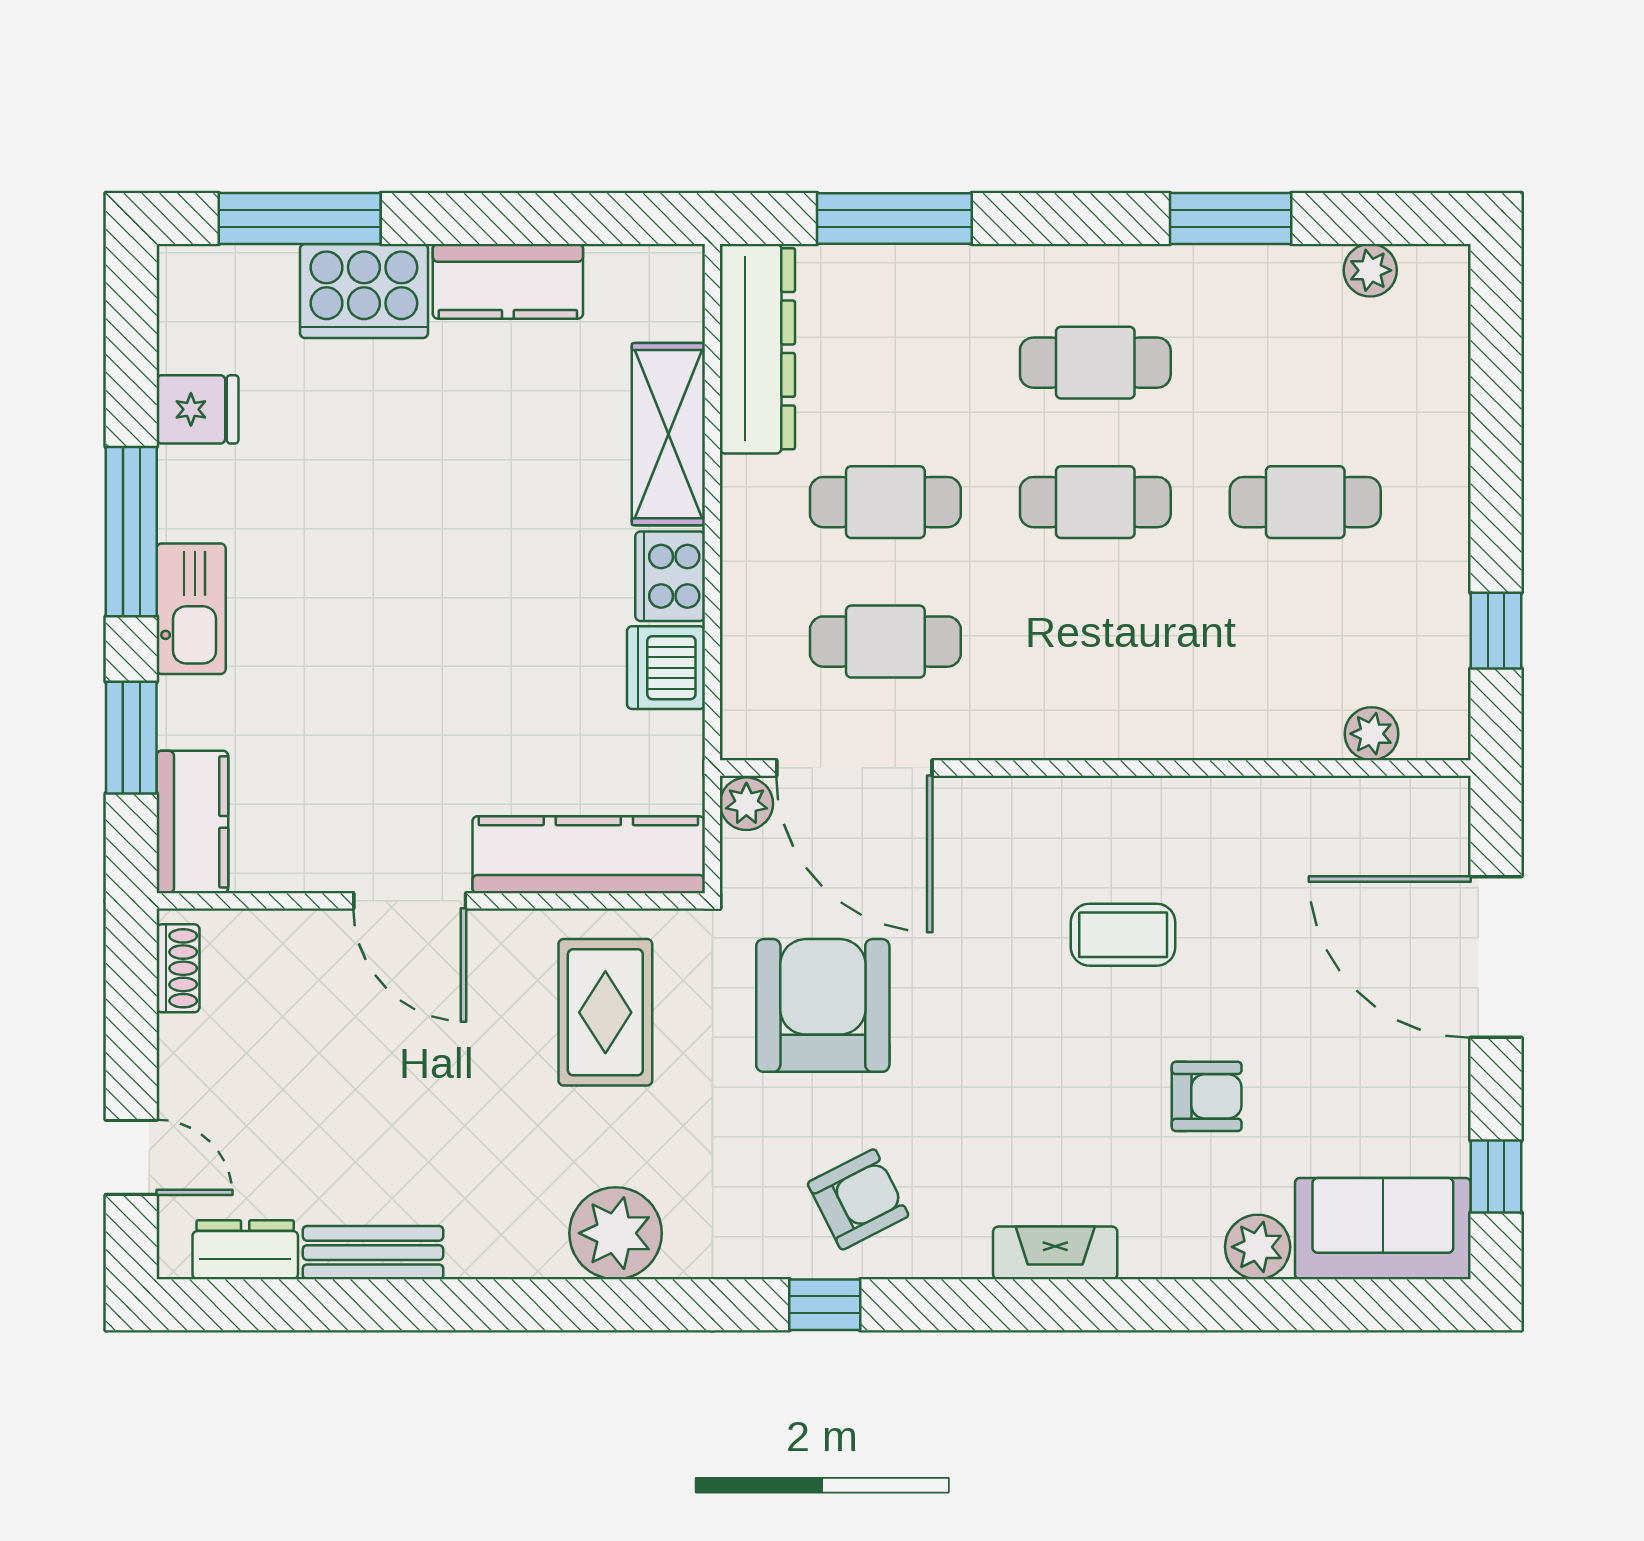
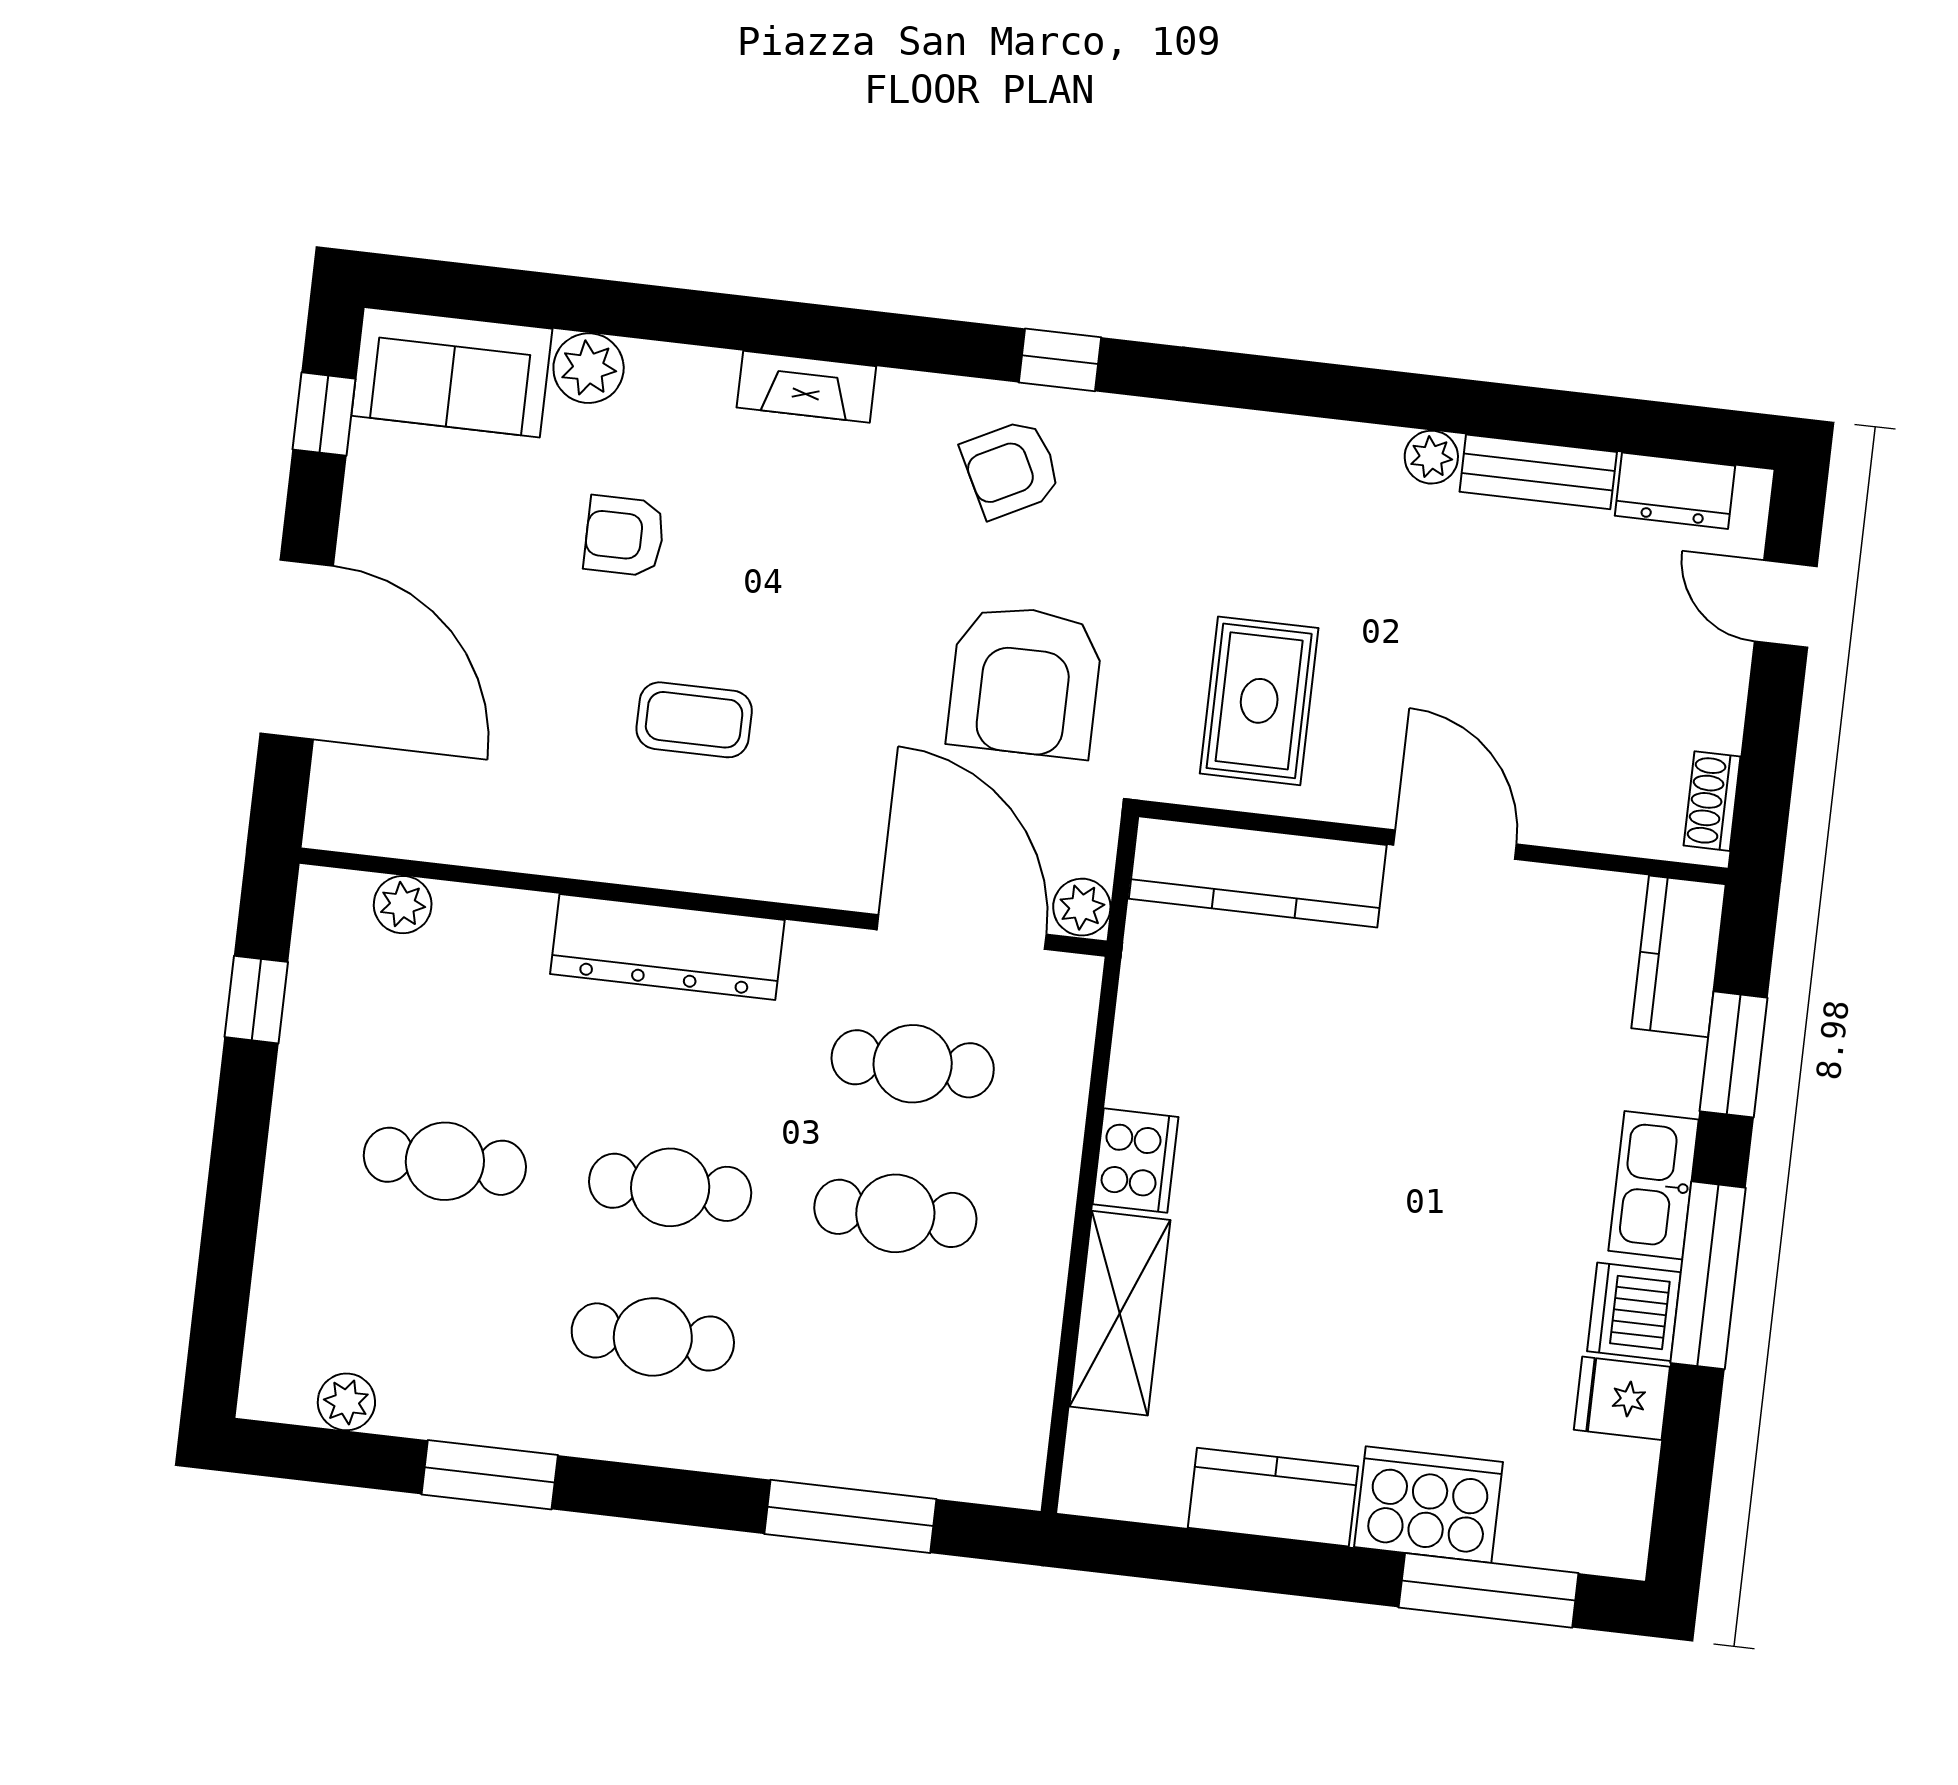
dresser: (757, 349) -> (667, 947), moved, turned -90
dishwasher: (666, 668) -> (1634, 1312), moved, turned 180
plant: (616, 1233) -> (1431, 457), moved, width x0.53, depth x0.53

